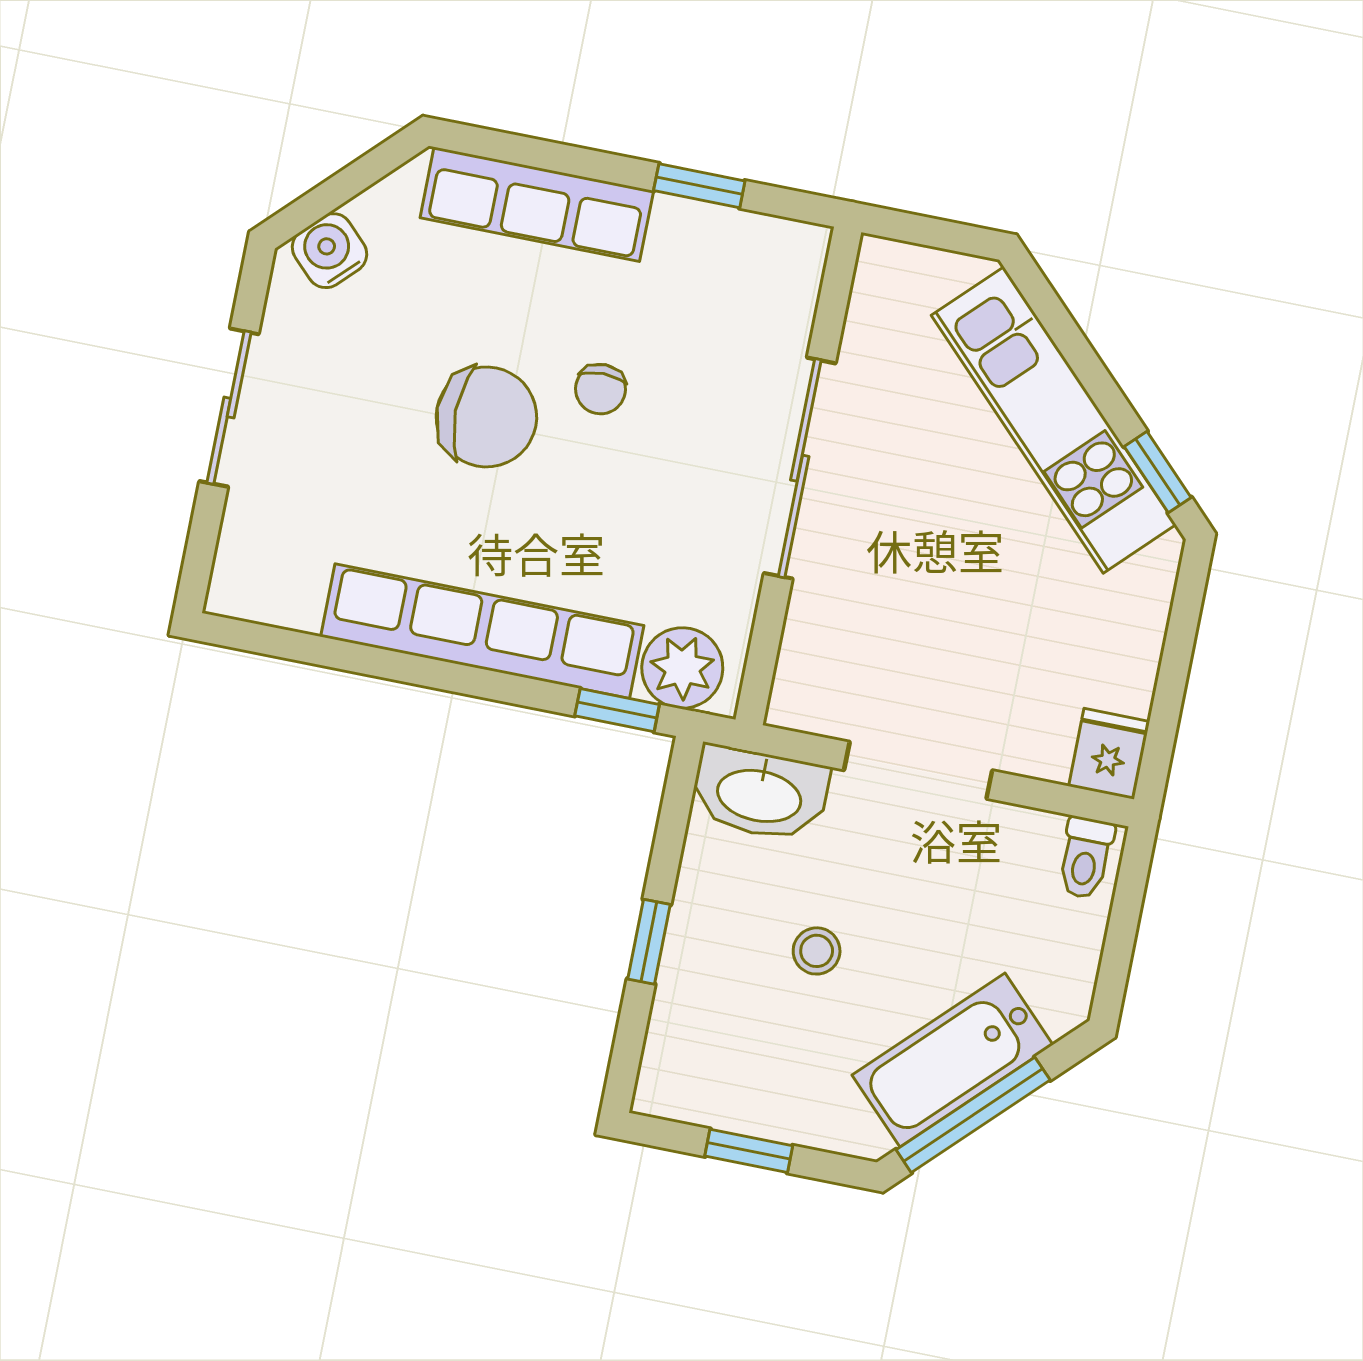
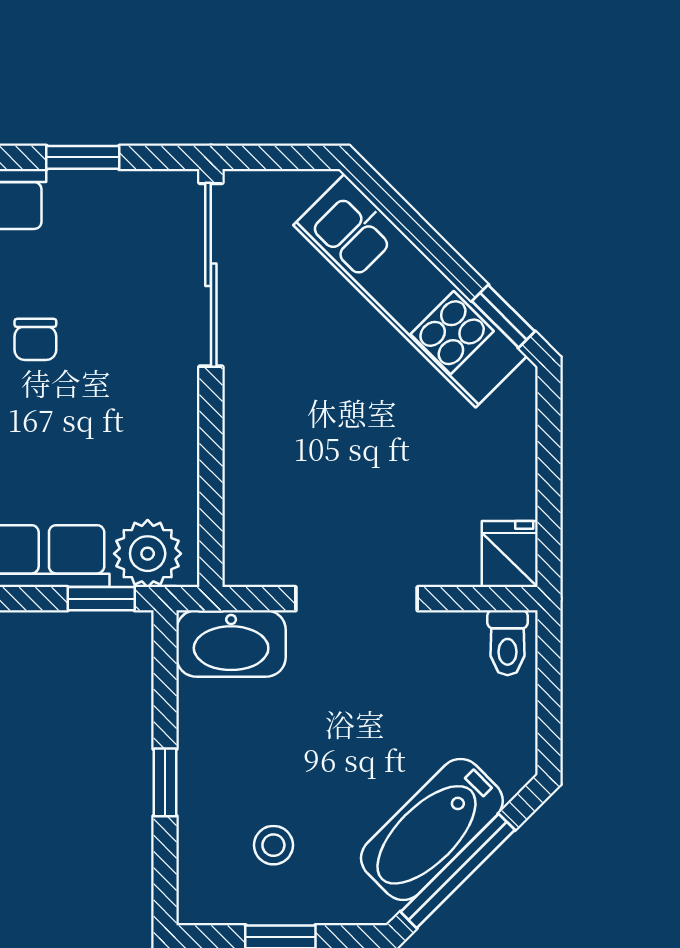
sliding door: (800, 468) -> (211, 275), moved
stool: (817, 951) -> (273, 845), moved

